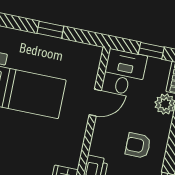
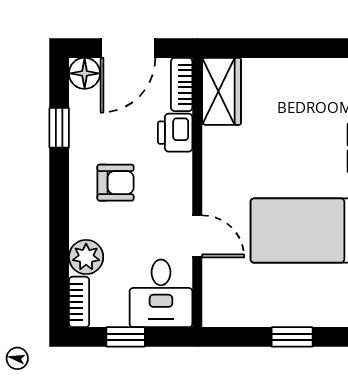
door: (95, 103) -> (197, 236), swing flipped

